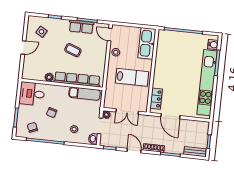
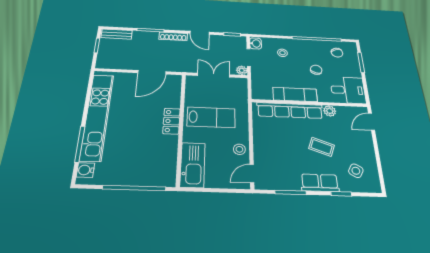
row of seats: (81, 27) -> (320, 183), moved
door: (110, 35) -> (252, 174), swing flipped
door: (23, 47) -> (371, 122), moved
coffee table: (73, 50) -> (321, 147), moved
lab bench: (132, 77) -> (211, 117), turned 180
exam couch: (85, 94) -> (295, 94), moved
locker: (156, 99) -> (172, 121), moved
door: (170, 116) -> (152, 72), swing flipped

